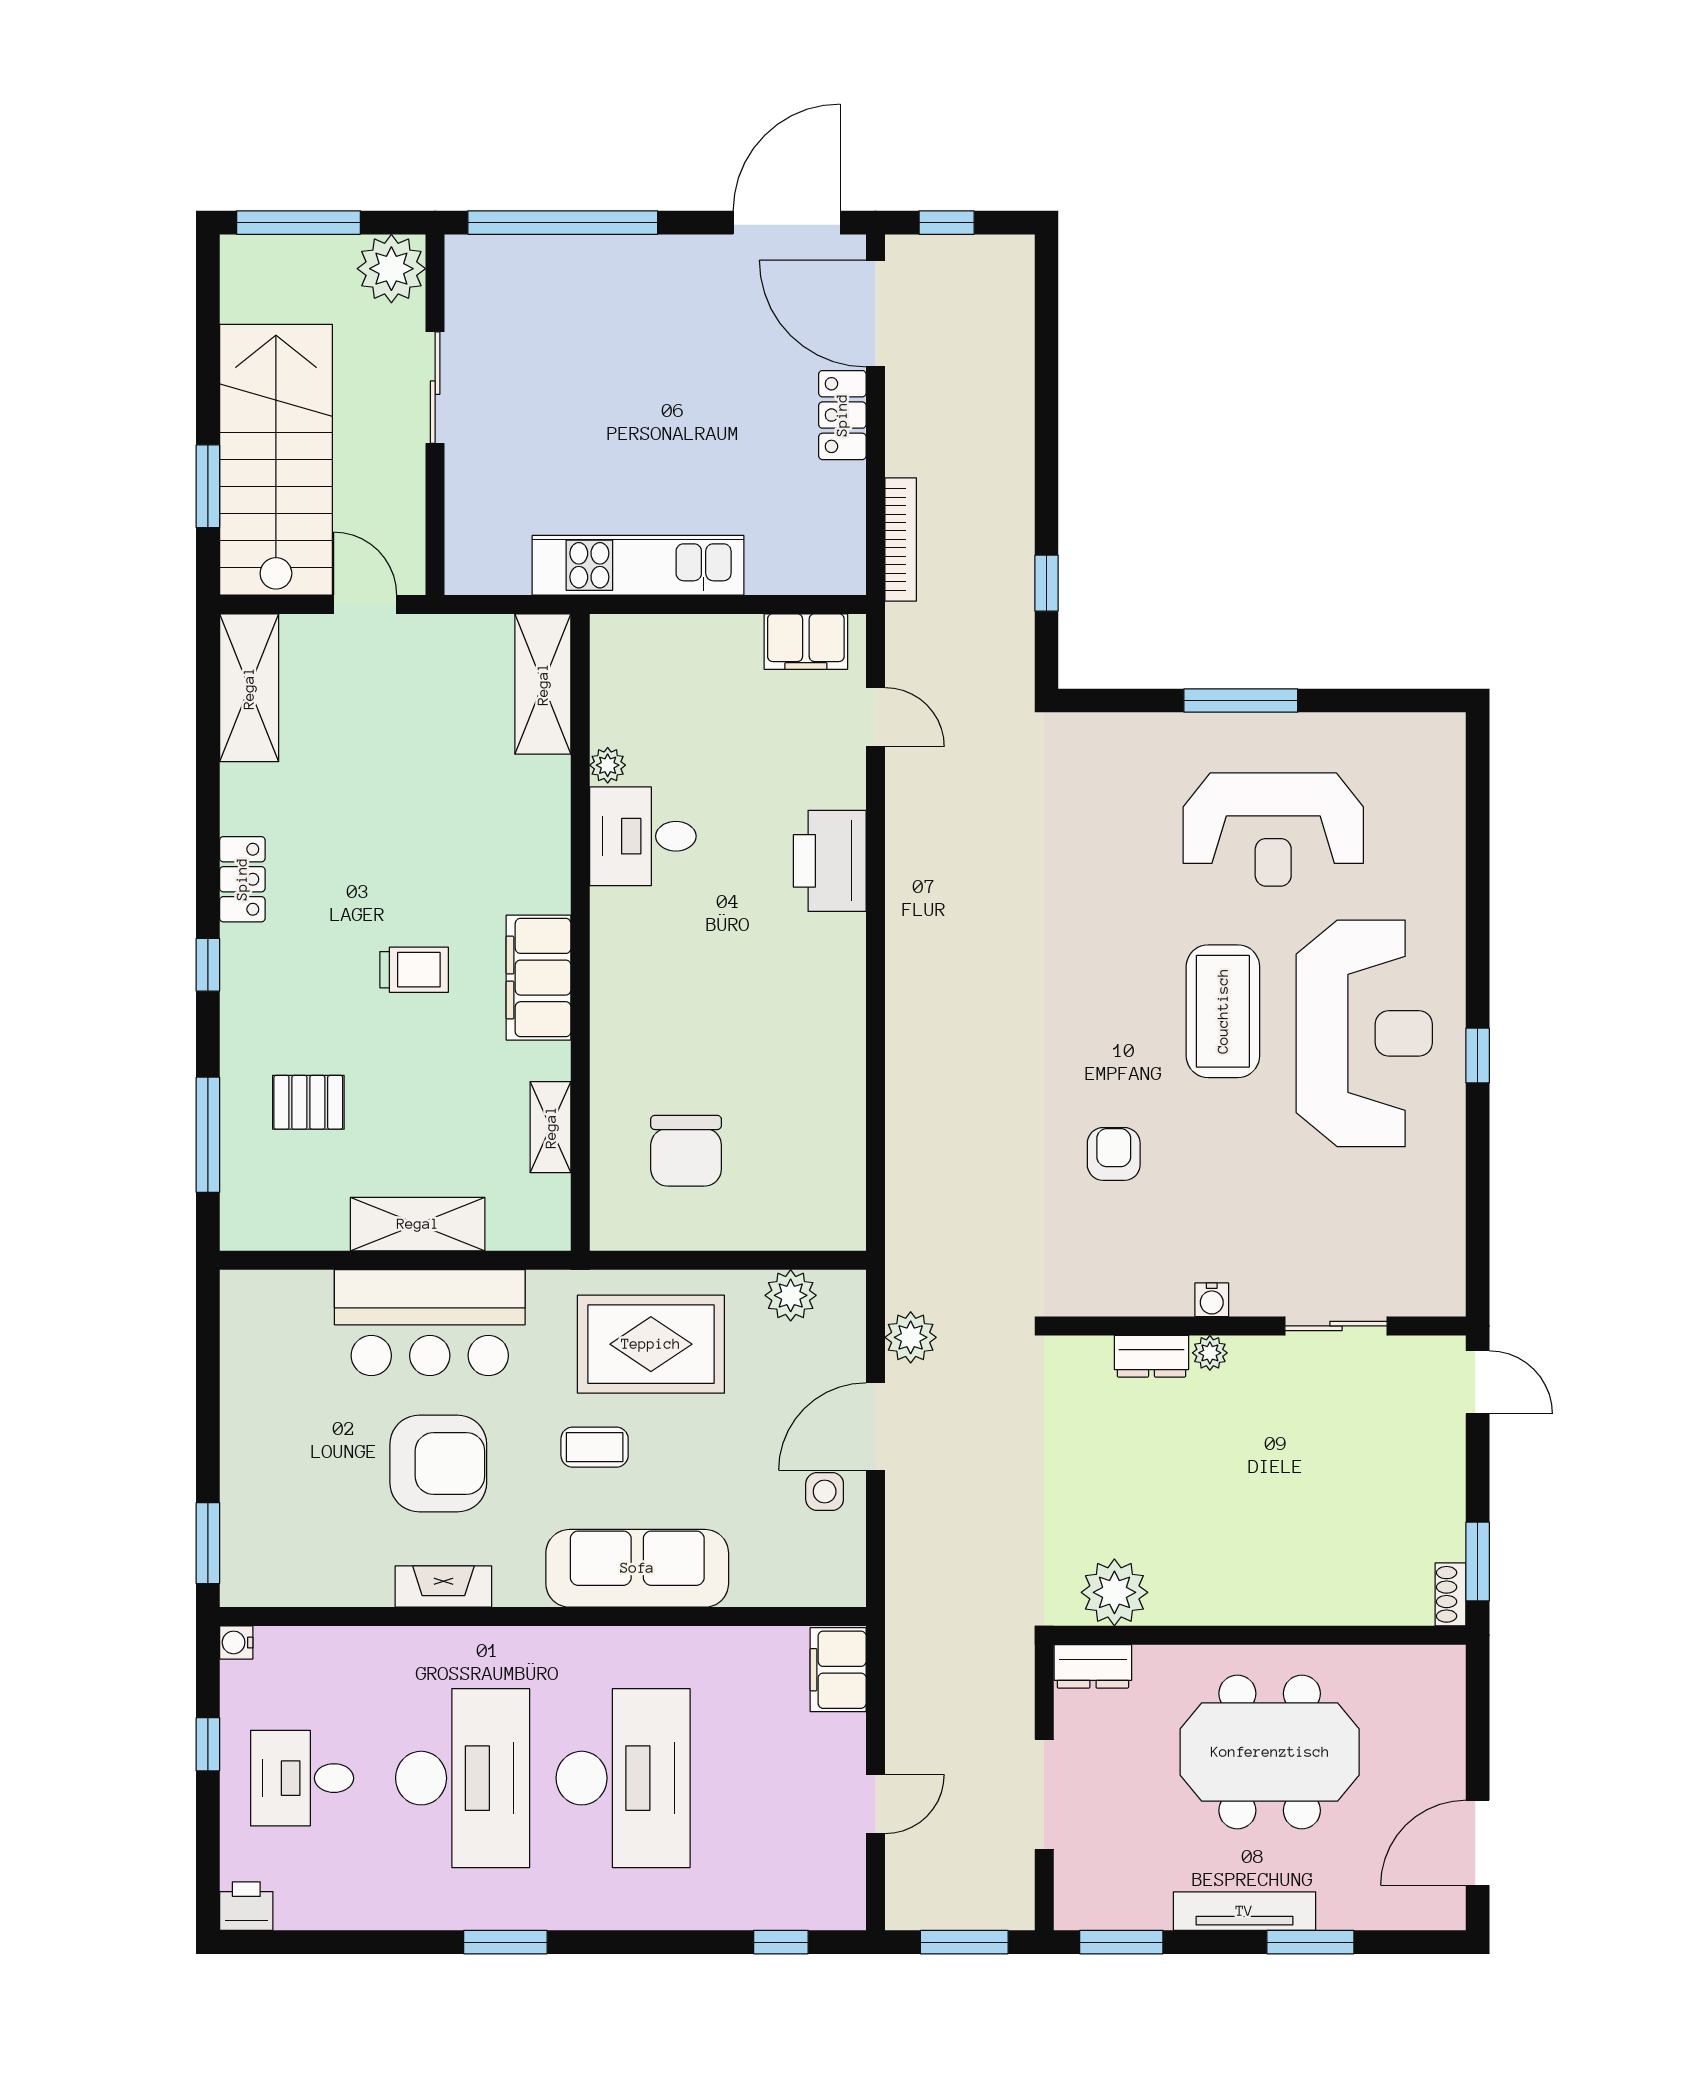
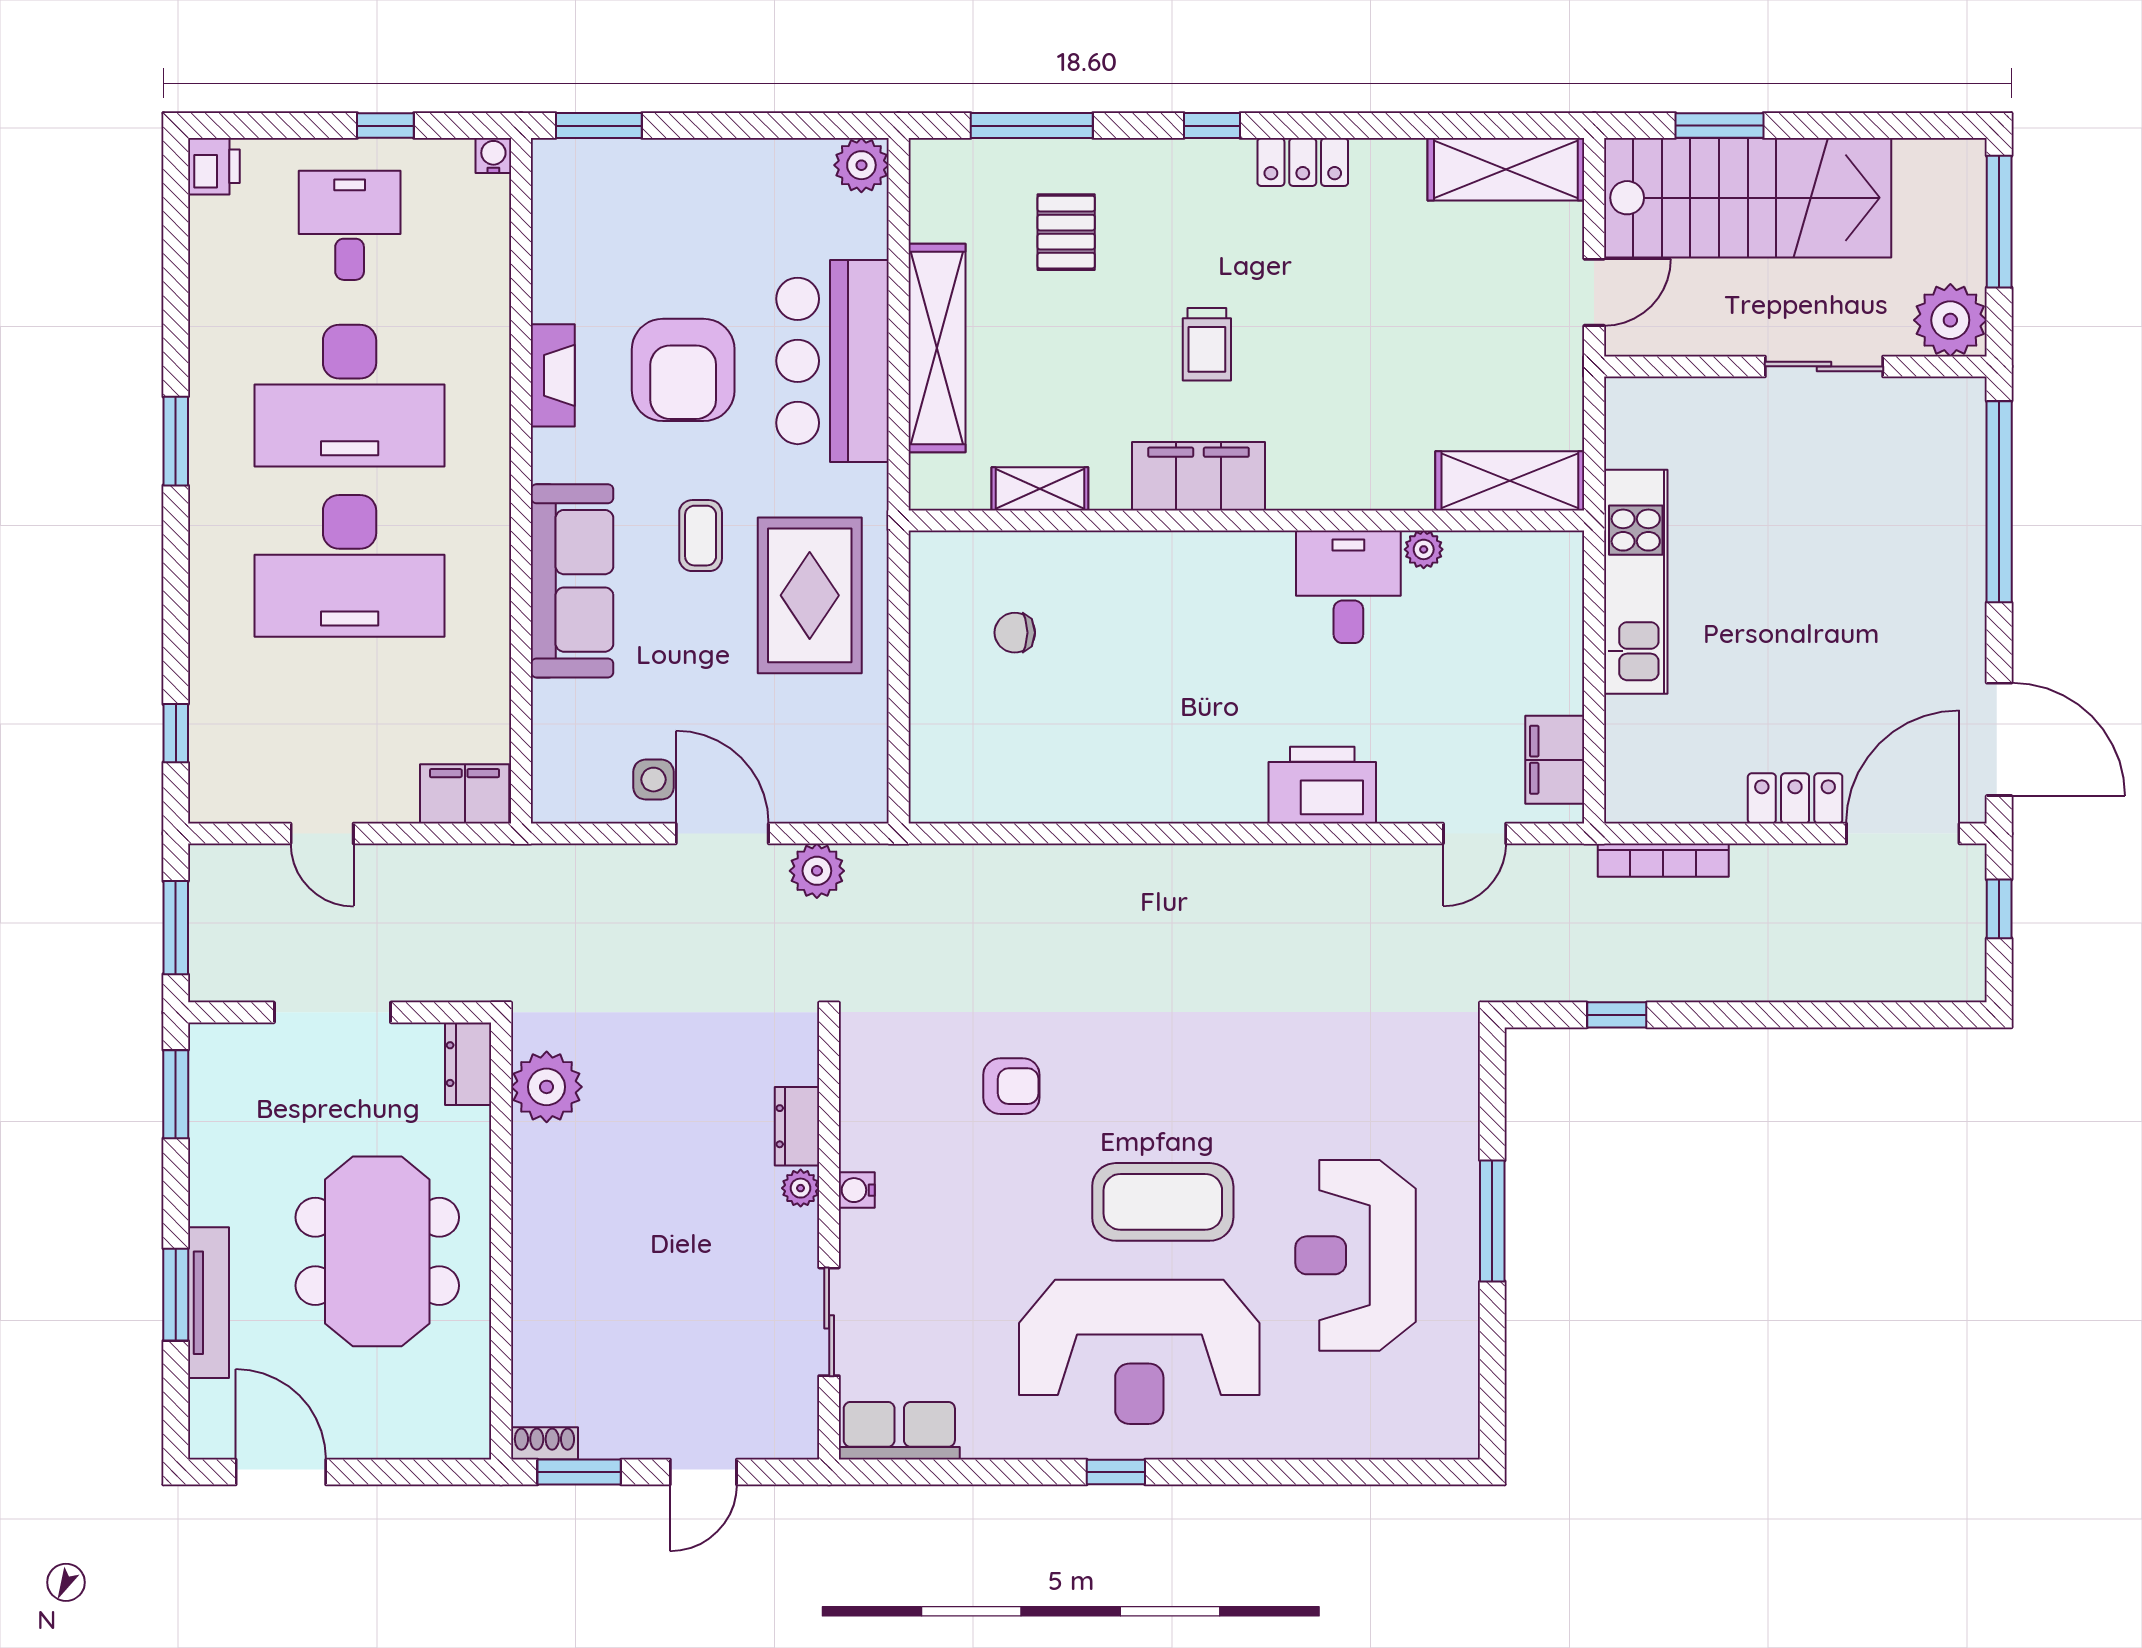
chair: (686, 1151) -> (1015, 633), width x0.54, depth x0.54
shelving: (418, 1224) -> (937, 348), width x1.47
row of seats: (1439, 1260) -> (899, 1431), added
plant: (791, 1295) -> (861, 165), moved
door: (1478, 1382) -> (703, 1472), moved
tv unit: (1244, 1911) -> (209, 1303), moved

